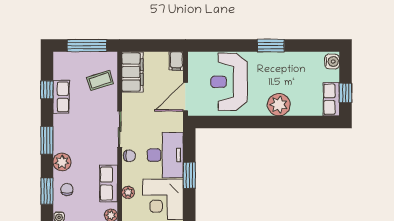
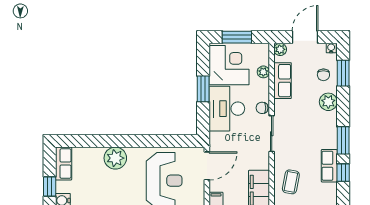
coffee table: (100, 80) -> (291, 182), turned -61
window: (346, 93) -> (50, 187), moved
window: (47, 140) -> (343, 140), moved

